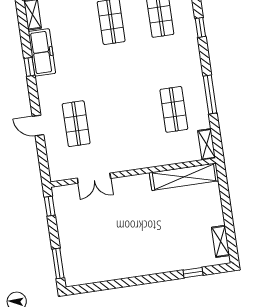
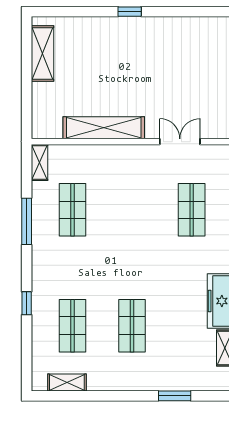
shelving: (184, 177) -> (104, 128), moved
shelving: (221, 241) -> (42, 53), width x1.50, depth x1.33
window: (193, 273) -> (130, 12), moved

